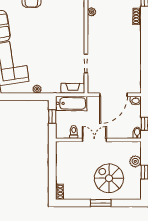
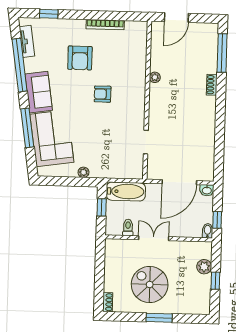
armchair: (50, 26) -> (103, 94), added
fireplace: (73, 88) -> (128, 173), removed
spiral stairs: (109, 178) -> (150, 285), moved

